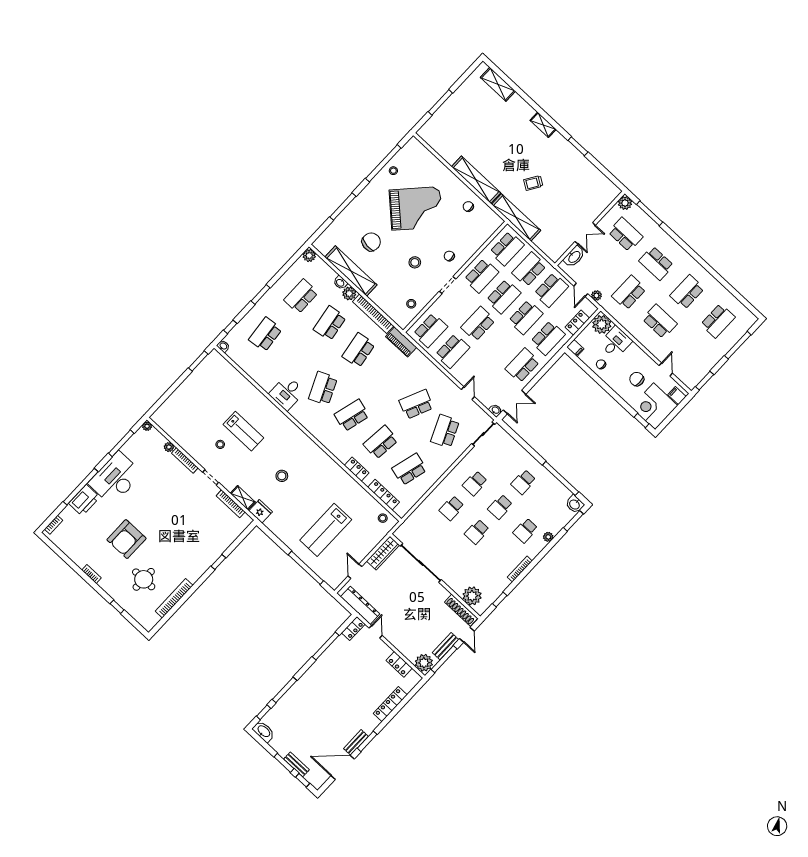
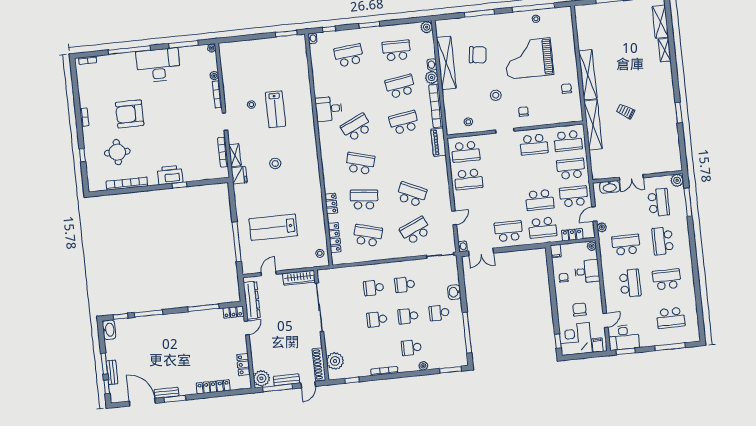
shelving: (543, 125) -> (665, 50), moved
grand piano: (416, 208) -> (529, 58), turned 137
school desk: (551, 290) -> (574, 196), turned 180
school desk: (504, 297) -> (537, 172), removed
school desk: (478, 324) -> (503, 176), removed
plant: (602, 324) -> (592, 246), width x0.53, depth x0.53
desk: (693, 371) -> (624, 337), added
printer: (84, 500) -> (170, 175), moved, turned 180
washbasin: (575, 504) -> (454, 292), moved

